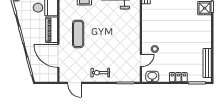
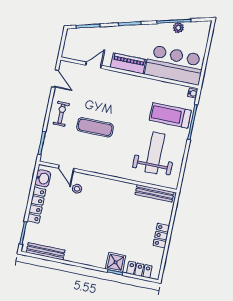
exercise mat: (78, 34) -> (95, 127), moved
door: (58, 56) -> (94, 65), width x0.53
locker: (178, 77) -> (36, 205), width x1.53
door: (74, 83) -> (55, 78), swing flipped

